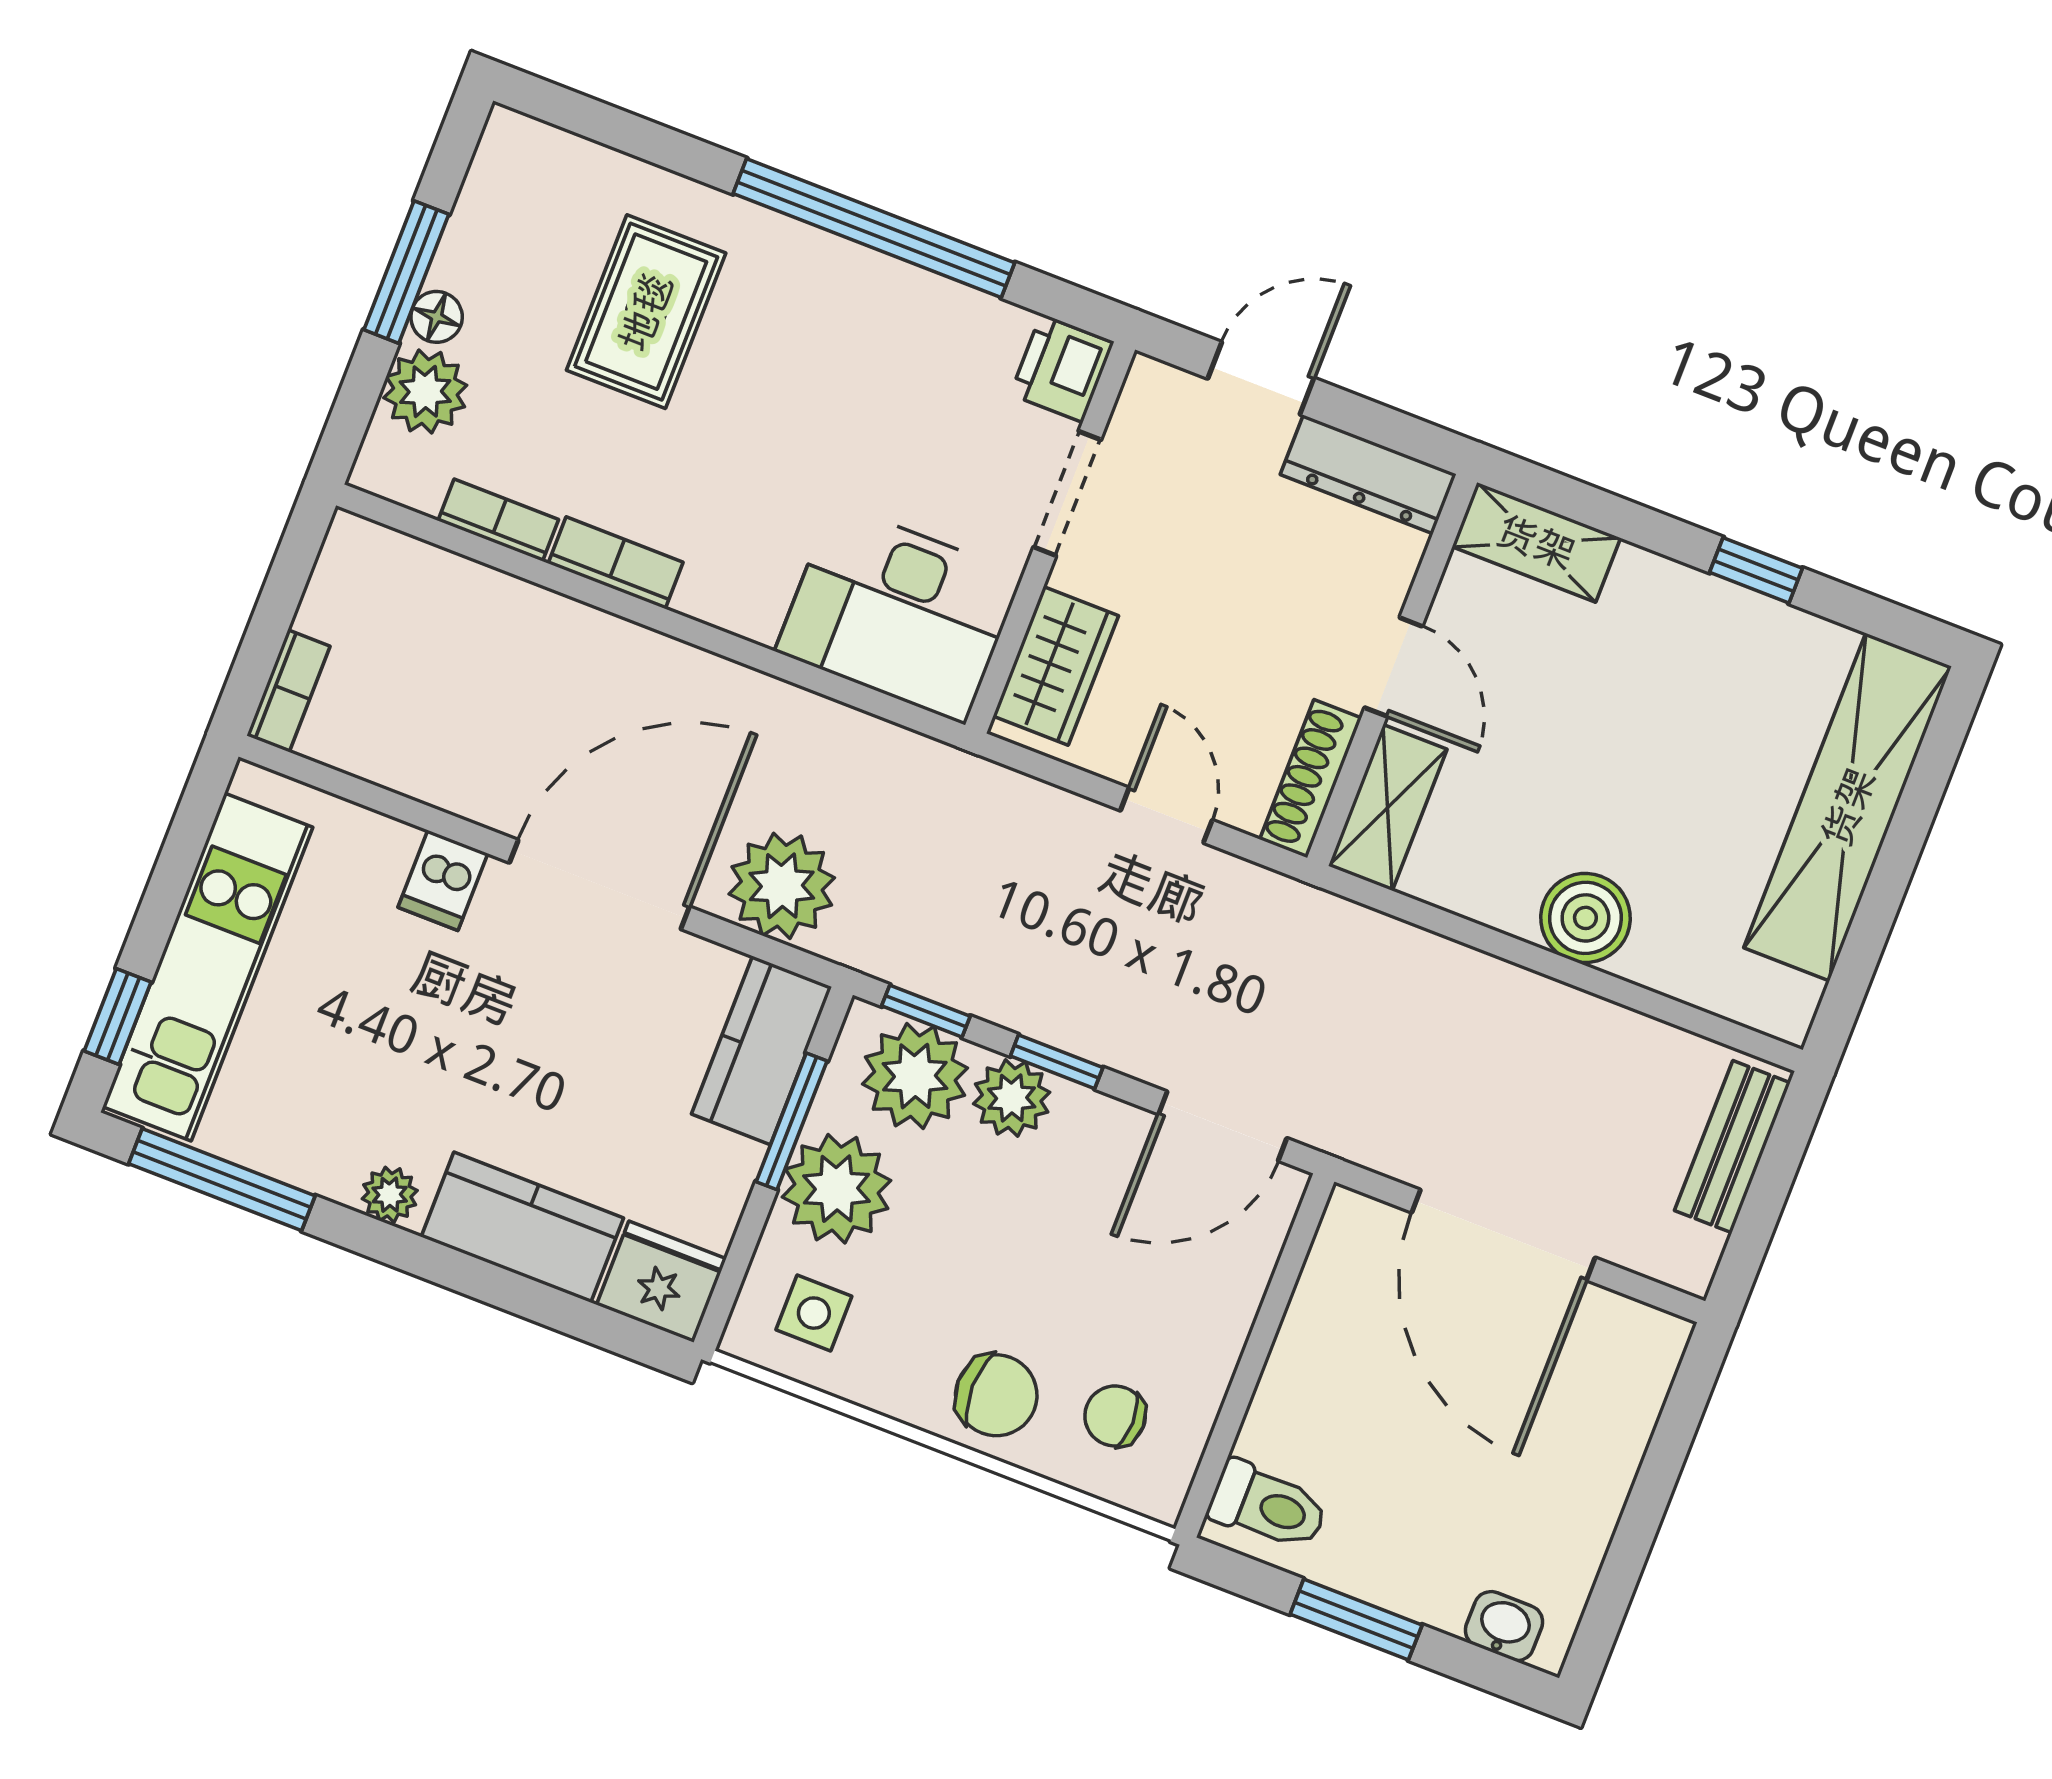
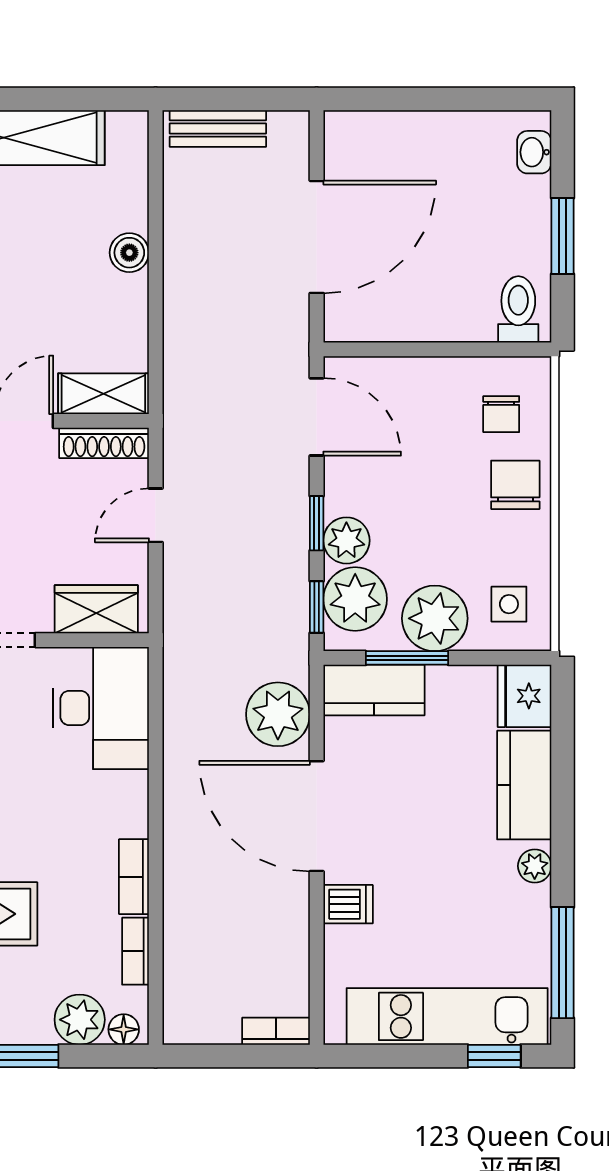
floor lamp: (437, 317) -> (124, 1029), moved
boiler: (1585, 918) -> (129, 253), width x0.73, depth x0.73

